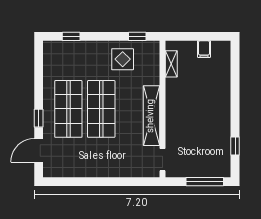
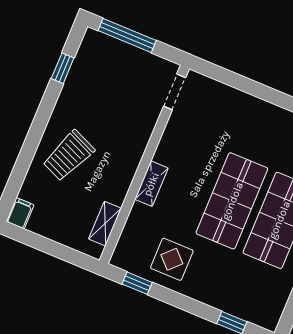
filing cabinet: (204, 49) -> (20, 213), moved
trolley: (210, 95) -> (68, 156), added
shelving: (151, 116) -> (151, 184), width x0.45, depth x0.75

